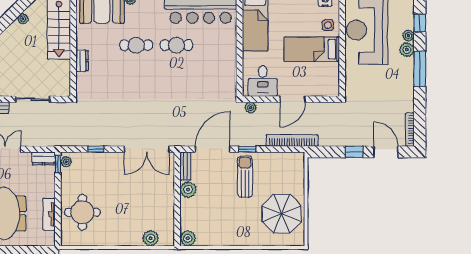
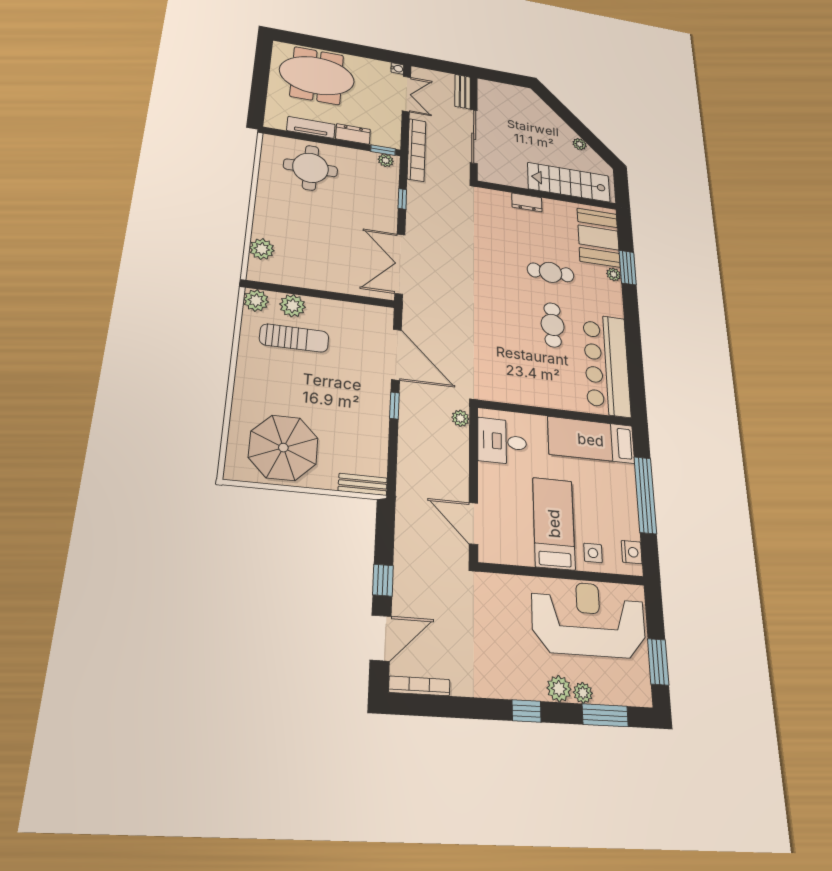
window: (420, 23) -> (605, 715), width x1.50
cafe table: (136, 45) -> (551, 272), turned 90
window: (420, 69) -> (527, 711), width x0.46
sliding door: (33, 99) -> (474, 136), width x1.37
door: (293, 99) -> (473, 523), moved
bookcase: (292, 140) -> (416, 150), moved
dresser: (43, 158) -> (353, 134), moved, turned 90
bench: (185, 166) -> (363, 484), moved
sun lounger: (245, 177) -> (294, 338), moved
plant: (188, 190) -> (292, 306), moved

